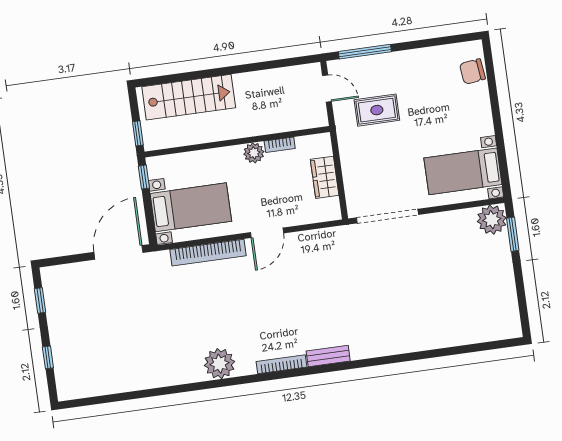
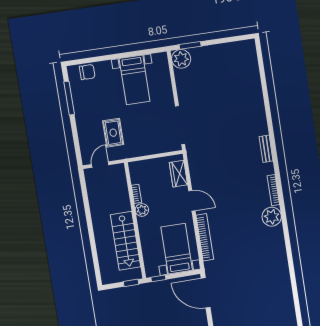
window: (365, 52) -> (69, 98), moved
chair: (472, 71) -> (87, 72), turned -83
stairs: (189, 97) -> (126, 241), moved, turned 180
bed with nightstands: (463, 171) -> (135, 80), moved
wardrobe: (325, 177) -> (178, 174), moved, turned 90
bench: (328, 356) -> (266, 149), moved
plant: (219, 364) -> (272, 217), moved

